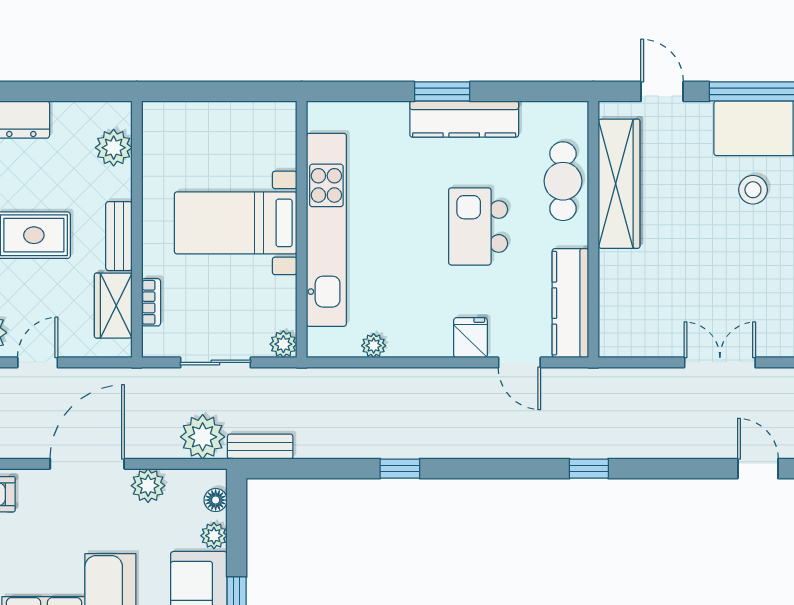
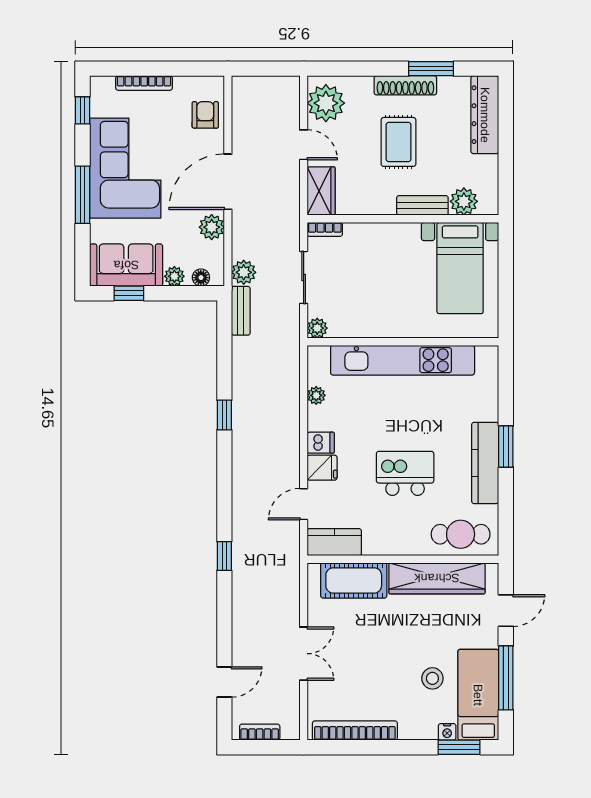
cafe table: (563, 181) -> (461, 534), moved
bed with nightstands: (236, 223) -> (460, 268), moved, turned 180
bench: (119, 236) -> (422, 205), moved
cot: (622, 295) -> (354, 580), added
bookcase: (151, 302) -> (325, 229), moved
kitchen counter: (570, 303) -> (334, 542), width x0.67
wardrobe: (113, 306) -> (321, 191), moved, turned 90
dishwasher: (437, 339) -> (321, 443), added
plant: (203, 437) -> (244, 272), width x0.73, depth x0.73
door: (87, 464) -> (228, 182), swing flipped

